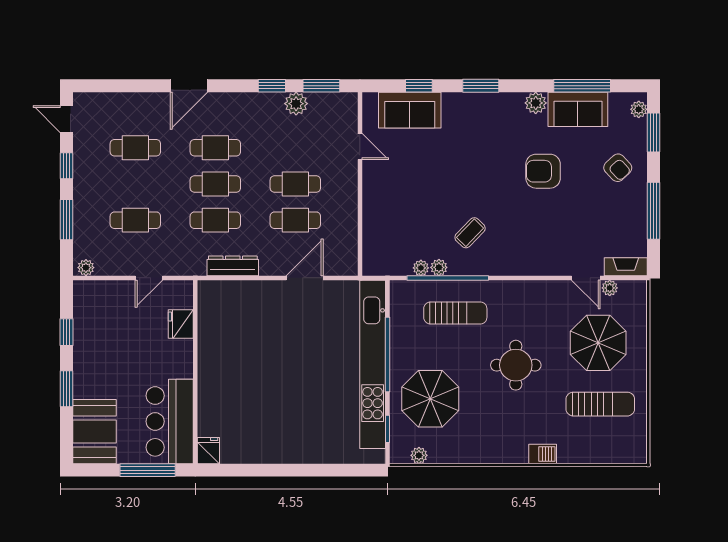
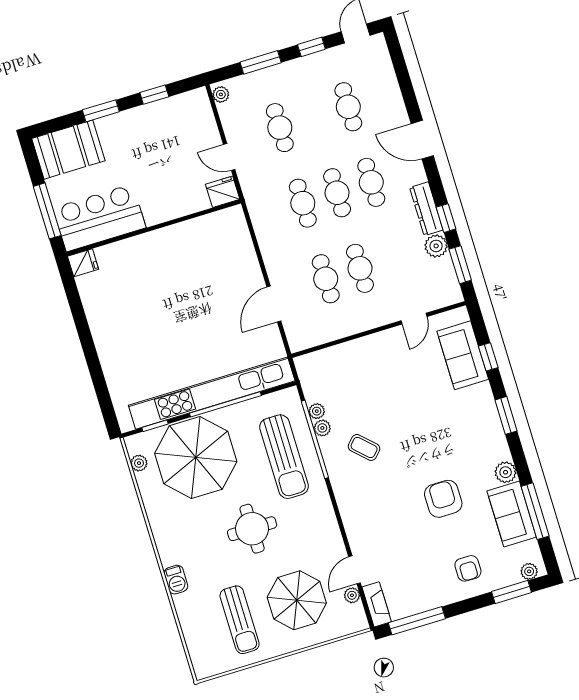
armchair: (618, 168) -> (468, 568), turned -47
window: (653, 211) -> (417, 621), moved
dresser: (233, 266) -> (426, 209), moved, turned 180
door: (305, 278) -> (274, 304), swing flipped
sun lounger: (455, 313) -> (284, 457), width x1.36, depth x1.34
fridge: (181, 324) -> (223, 192), moved
parasol: (430, 399) -> (196, 458), width x1.36, depth x1.36

